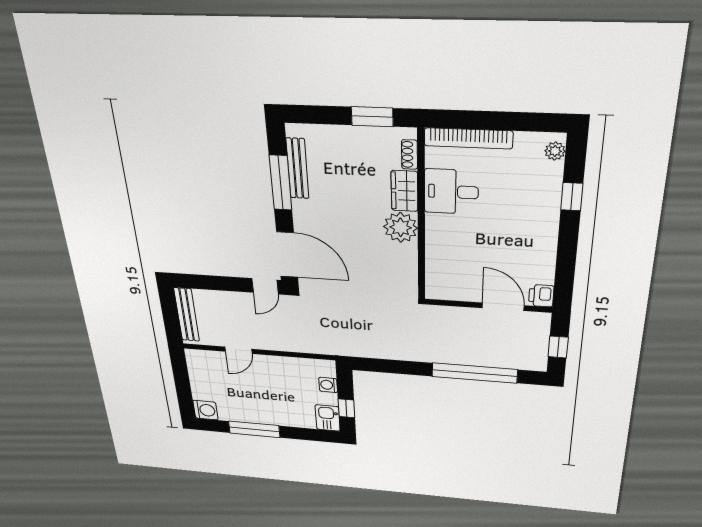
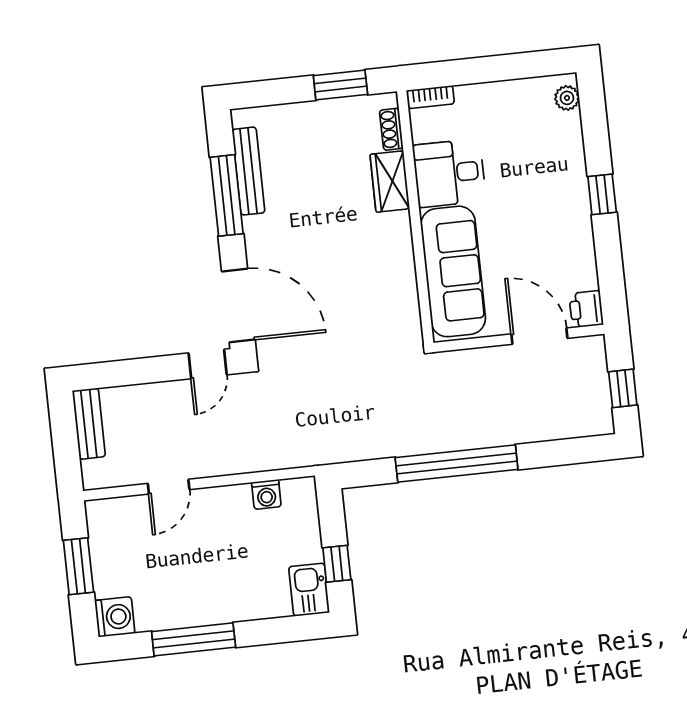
bookcase: (468, 138) -> (430, 97), width x0.43, depth x0.76
window: (572, 197) -> (602, 194), moved
plant: (401, 227) -> (390, 236), removed
sofa: (445, 257) -> (453, 271), added
bench: (187, 315) -> (89, 424), width x0.73
window: (474, 373) -> (457, 463), moved
window: (182, 381) -> (78, 566), added
washing machine: (328, 385) -> (266, 494), moved, turned -90

